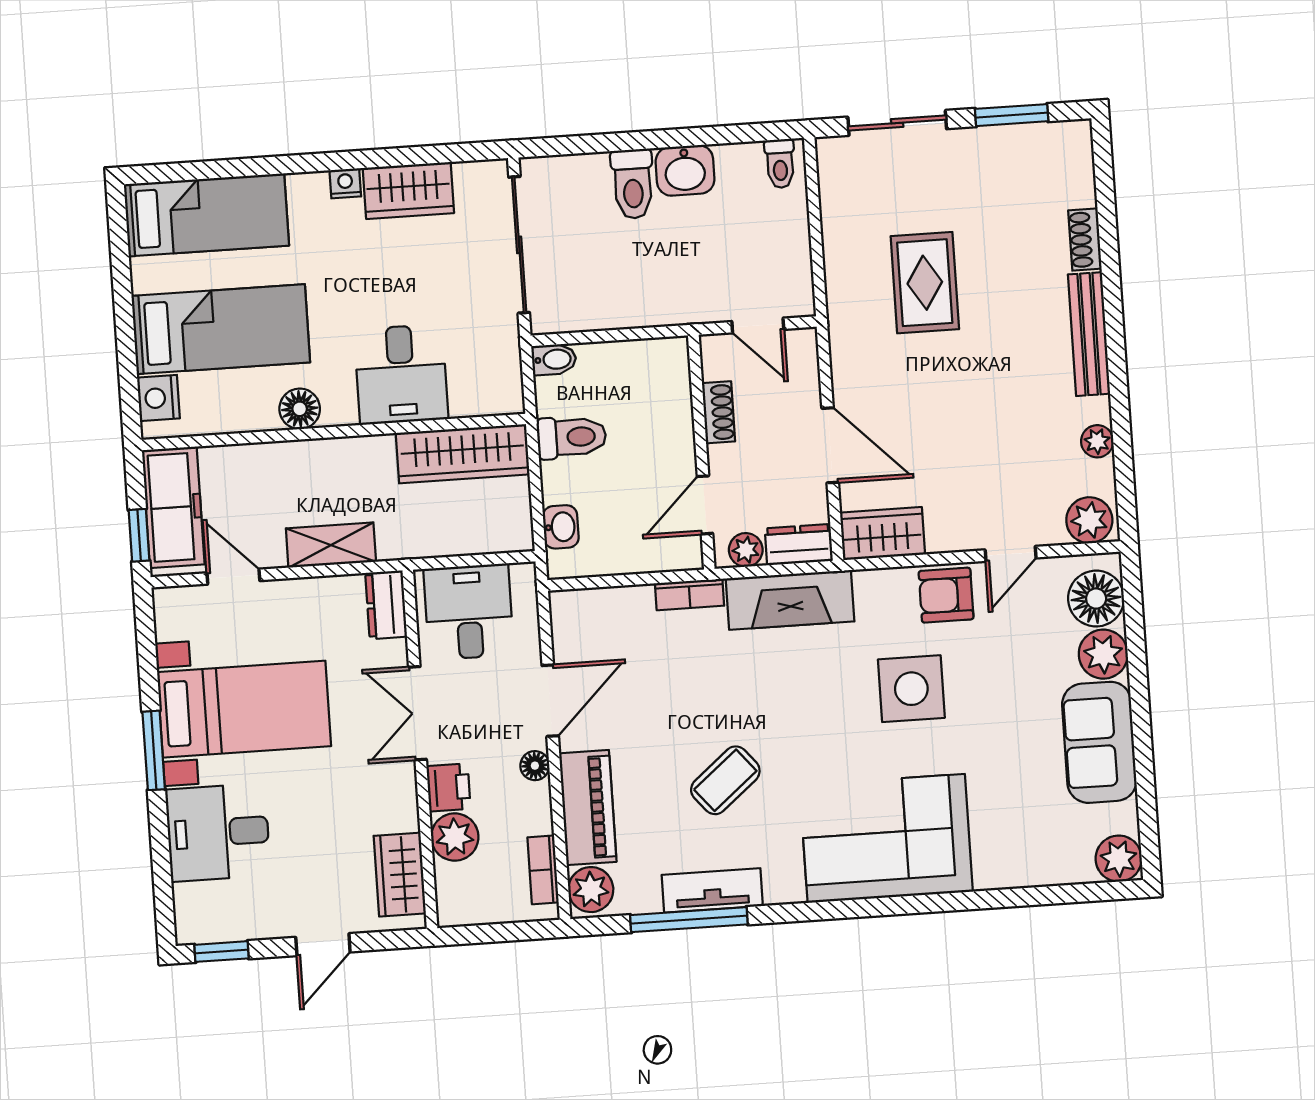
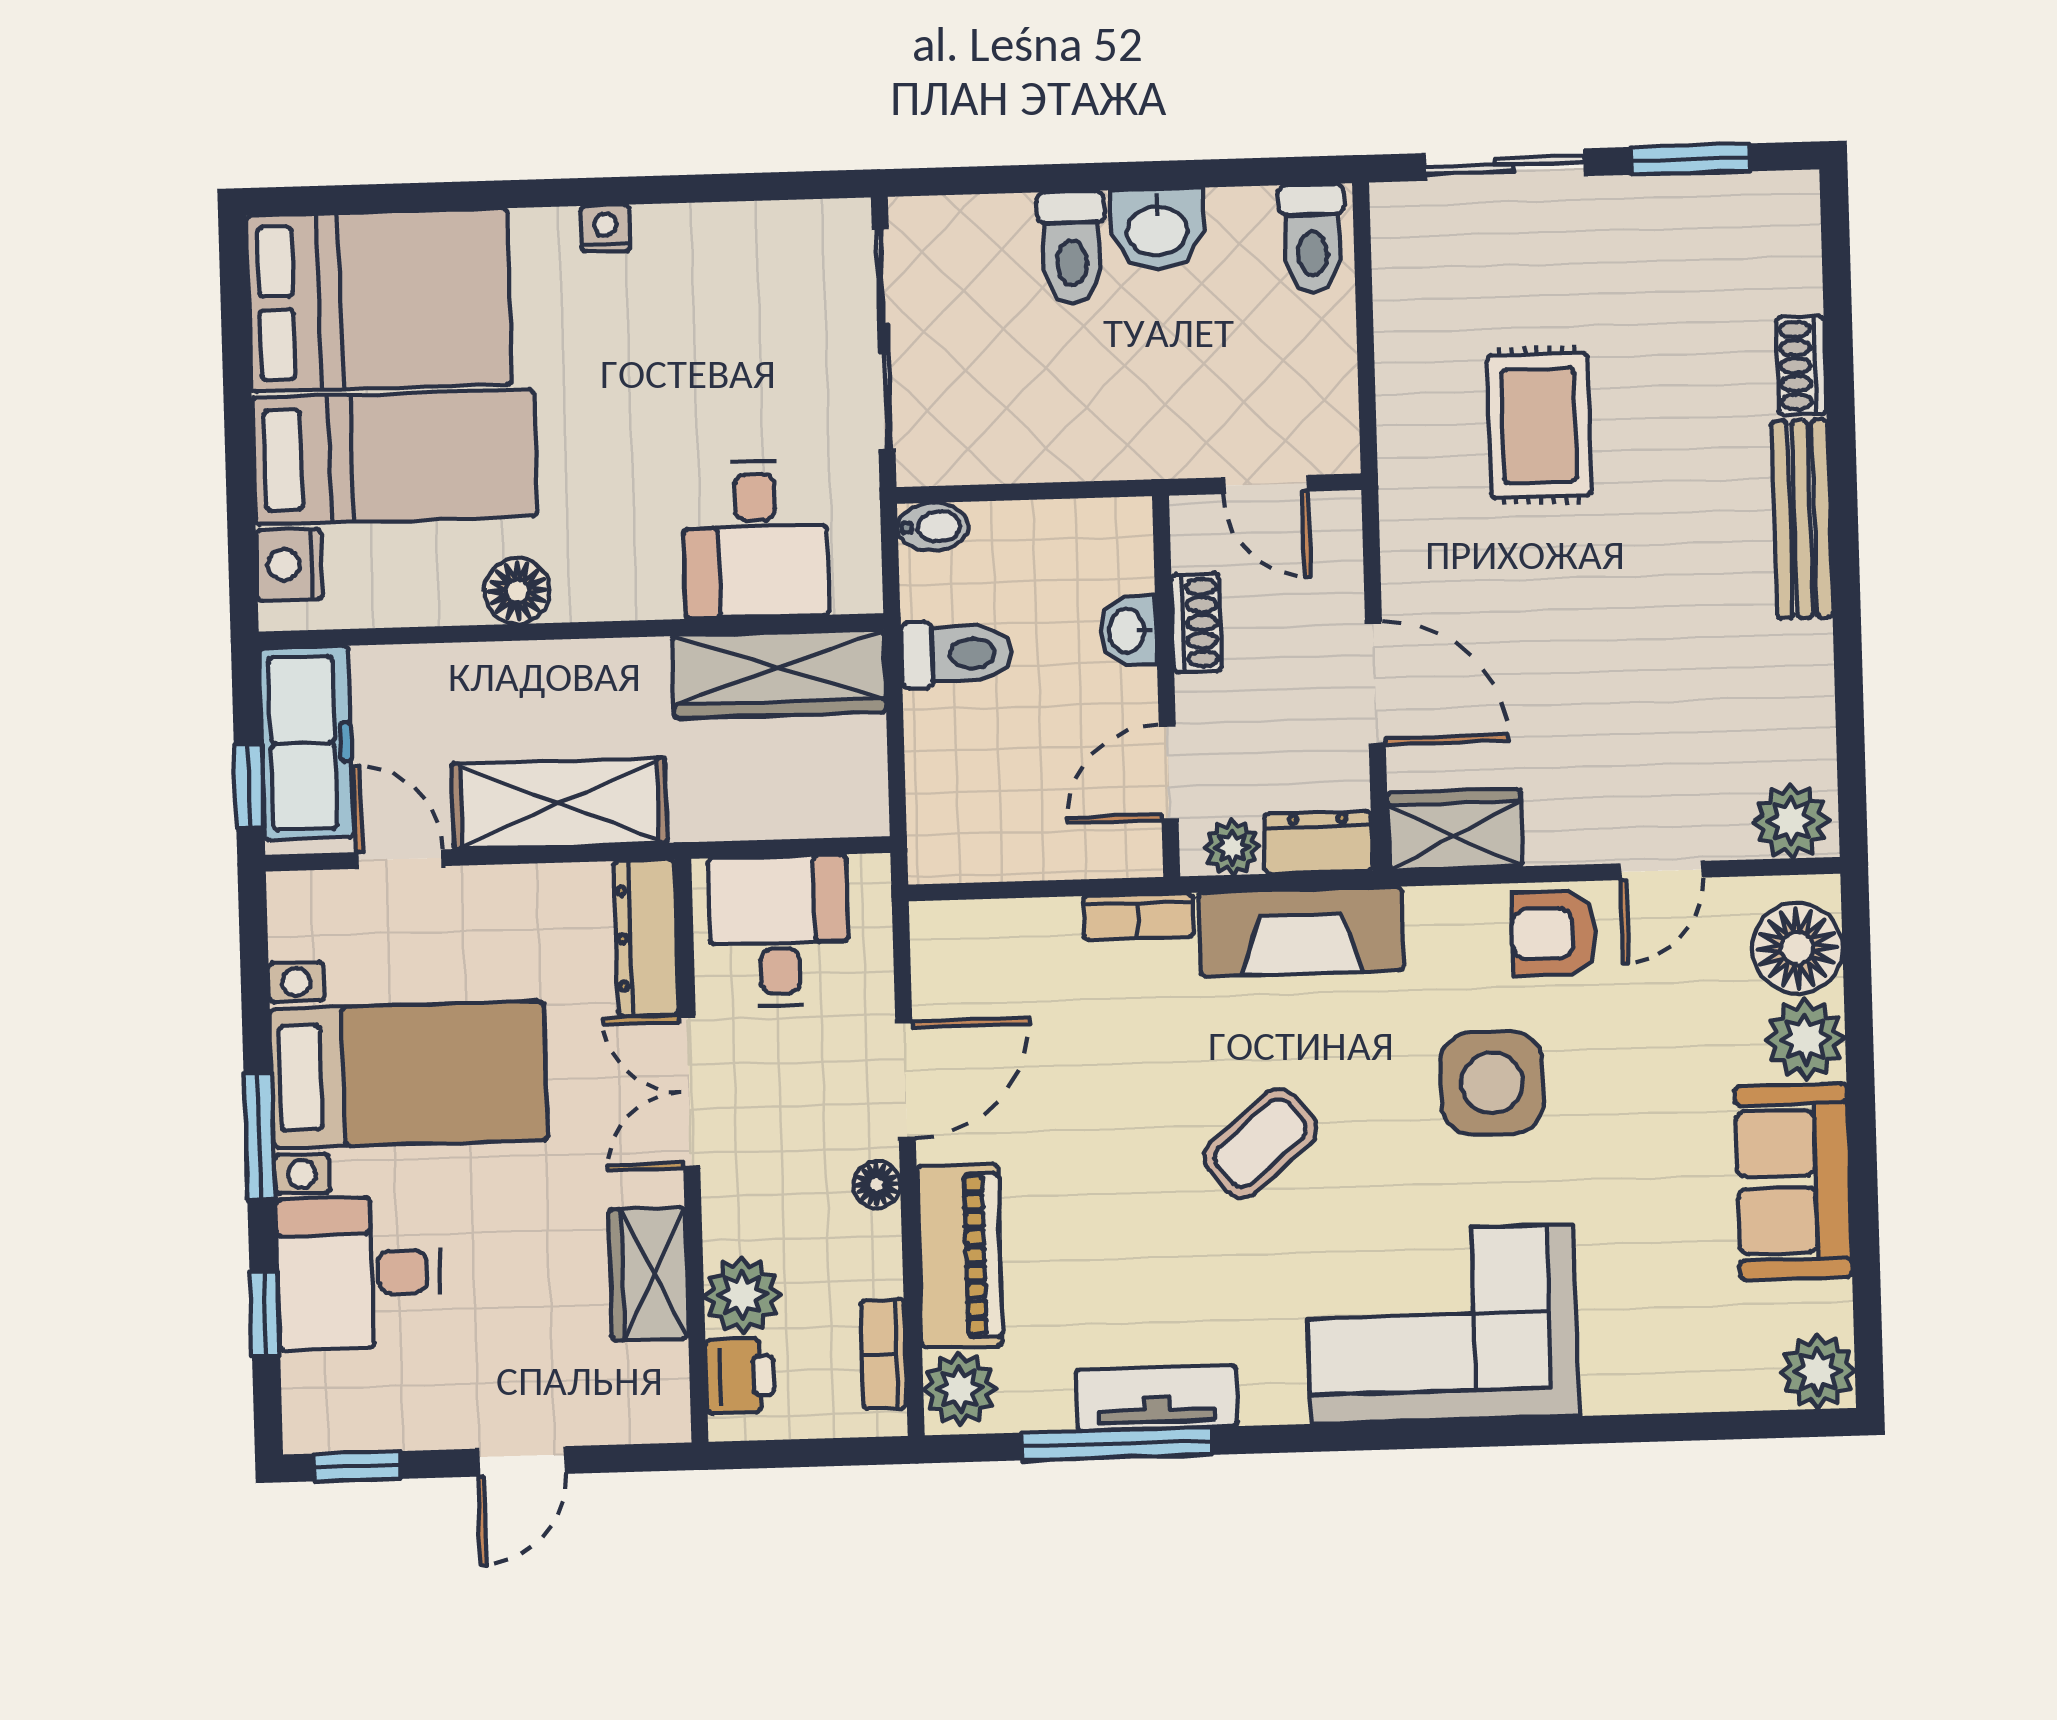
toilet: (780, 164) -> (1312, 239), width x1.37, depth x1.39
wardrobe: (408, 190) -> (707, 244), removed
bed: (206, 215) -> (379, 300), width x1.50
desk: (401, 374) -> (756, 539), moved
plant: (1097, 441) -> (1809, 693), removed
washbasin: (561, 527) -> (1128, 631), moved, turned 180
shelving: (331, 545) -> (559, 803), width x1.50, depth x1.33
dresser: (386, 605) -> (646, 938), width x1.44
coffee table: (725, 780) -> (1261, 1143), moved
printer: (448, 787) -> (740, 1376), moved
window: (161, 860) -> (265, 1314), added
wardrobe: (400, 875) -> (648, 1274), moved

